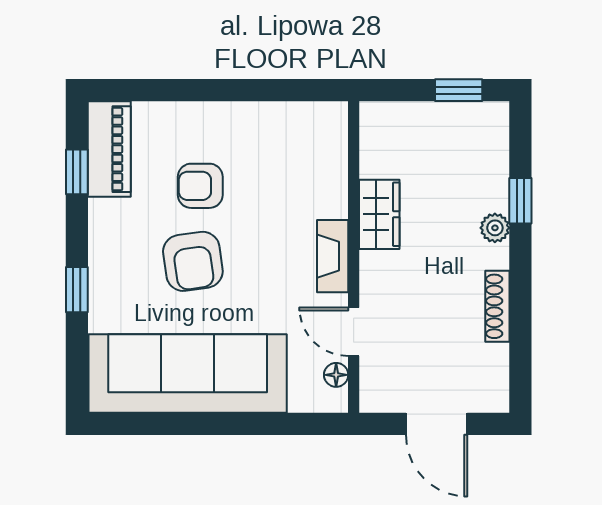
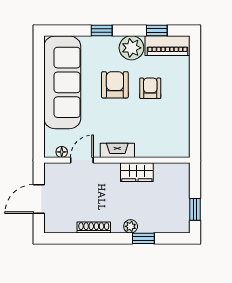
plant: (114, 226) -> (131, 48), added
armchair: (193, 261) -> (115, 85), turned 98

